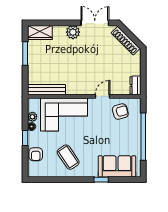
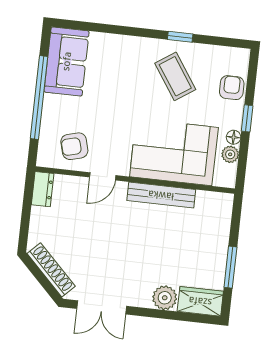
plant: (73, 32) -> (165, 298), moved
bench: (47, 90) -> (161, 195), moved
sofa: (117, 166) -> (67, 61), moved, turned -90
window: (101, 180) -> (180, 37), moved

